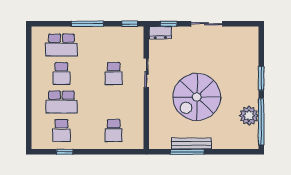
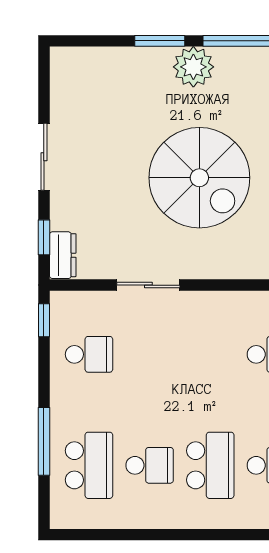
window: (87, 24) -> (44, 441), moved
school desk: (114, 74) -> (89, 354), moved
plant: (249, 116) -> (193, 67), moved

